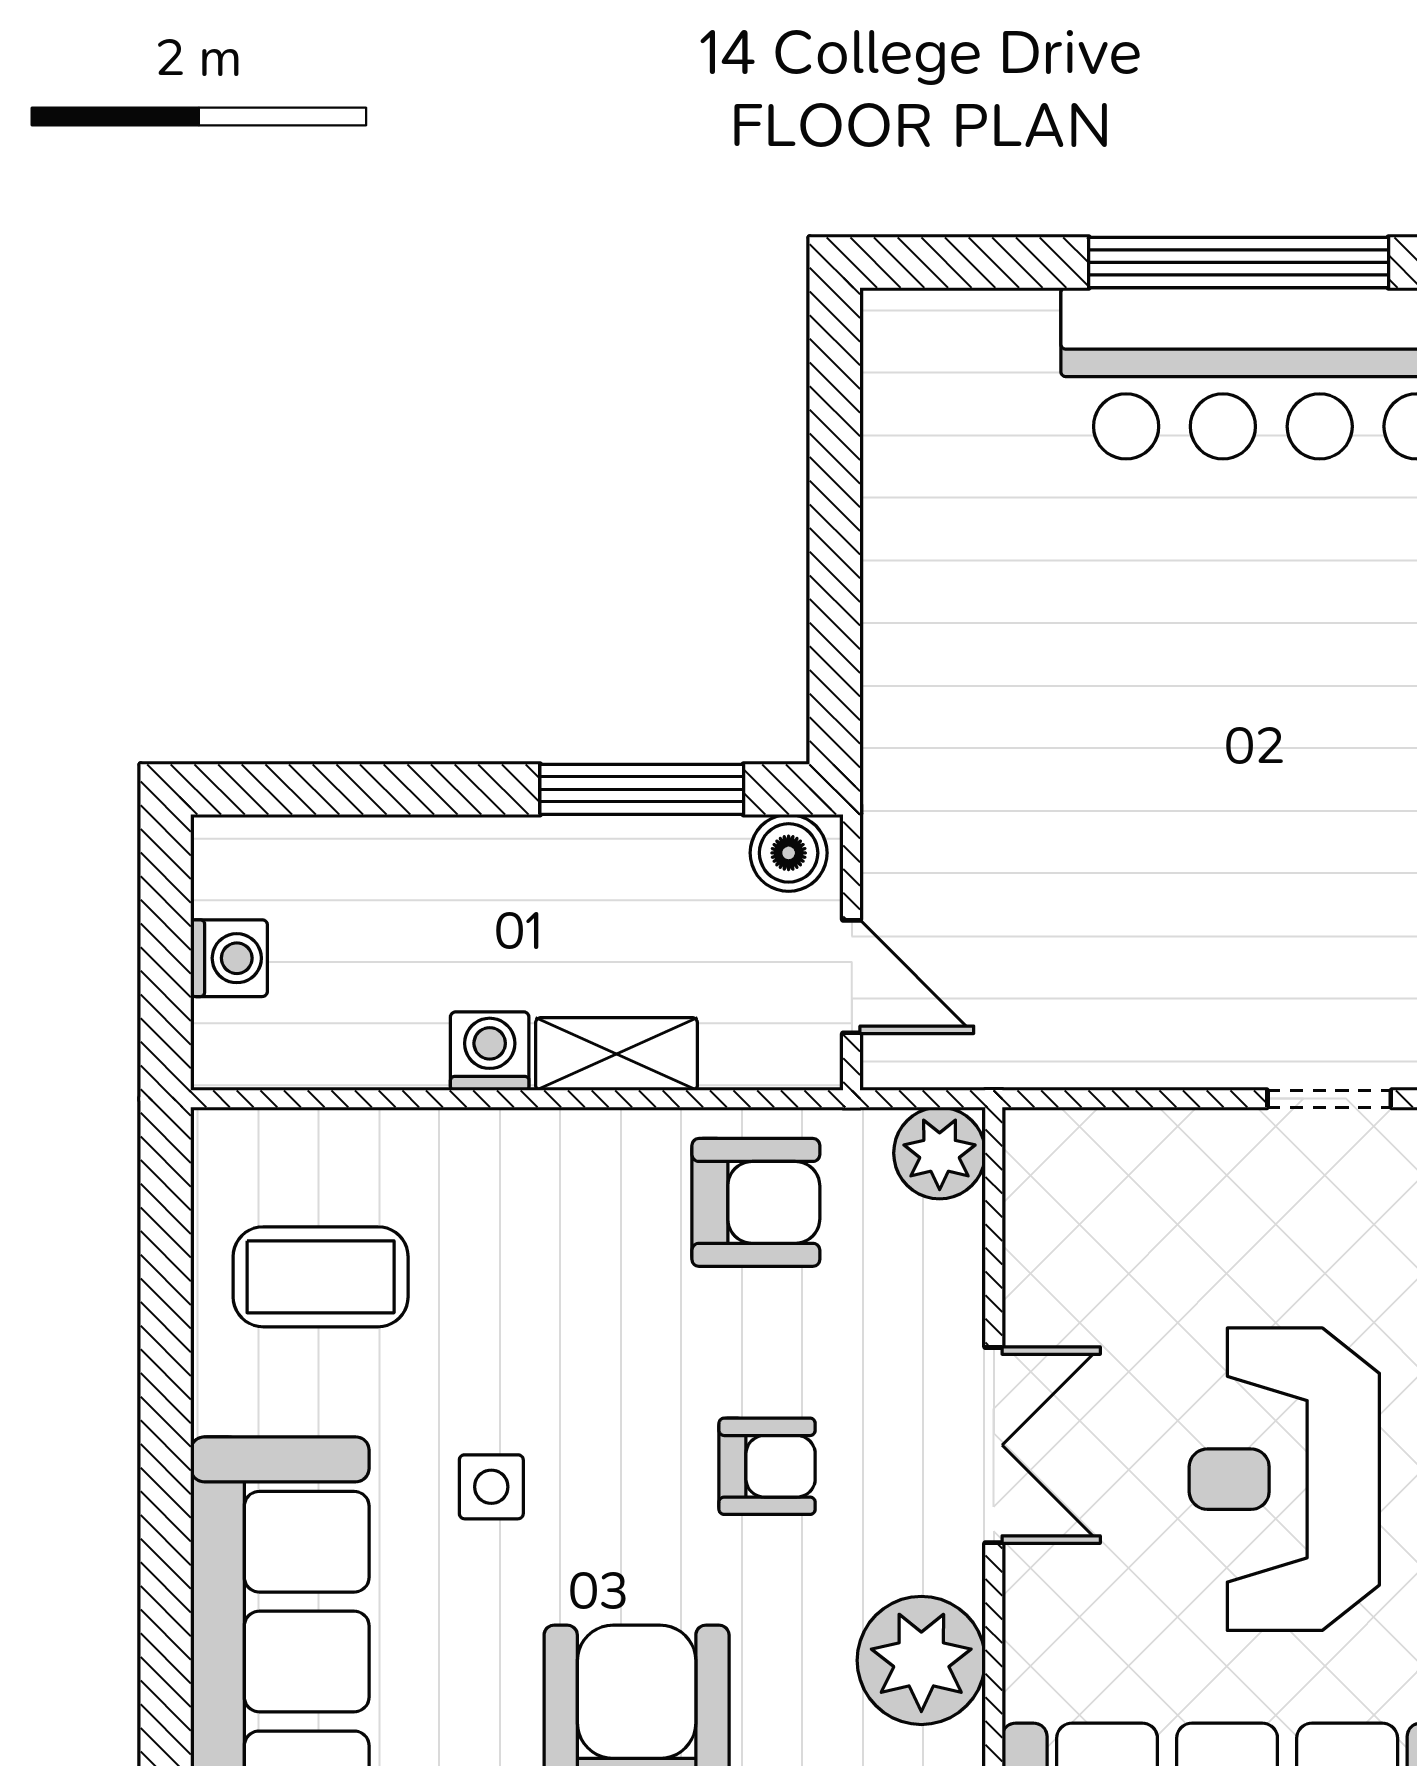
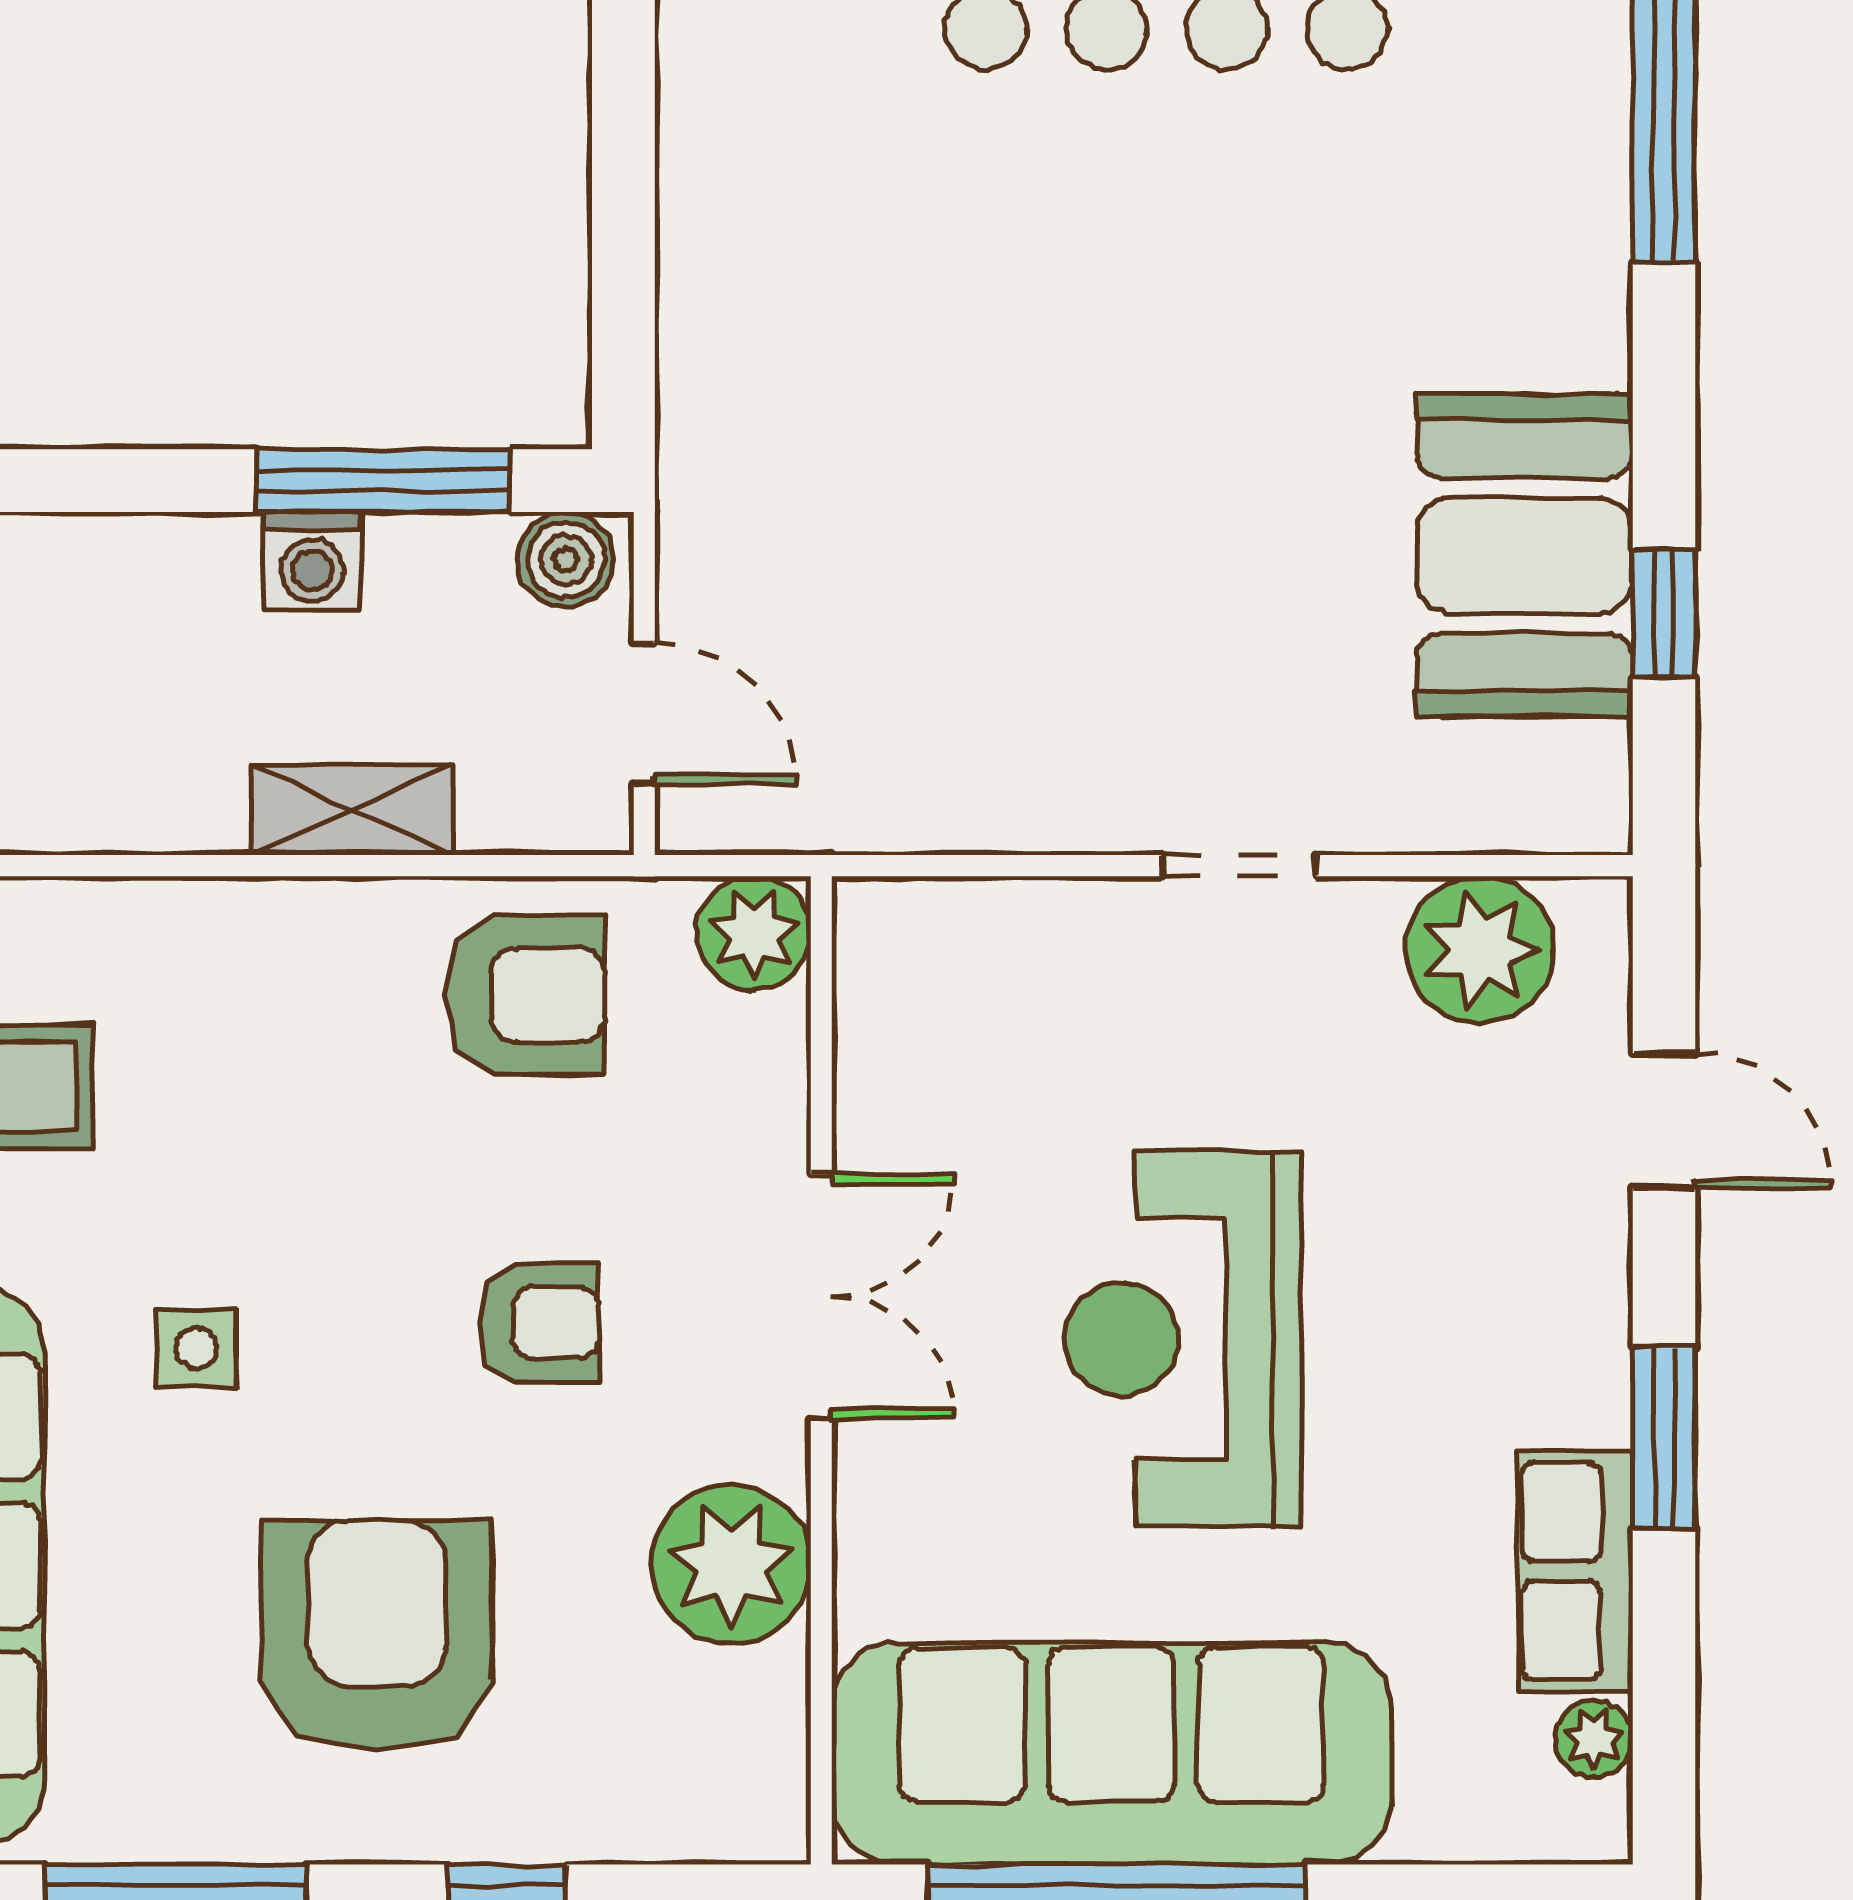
washing machine: (490, 1051) -> (312, 561), moved, turned 180

